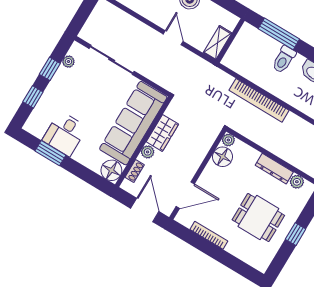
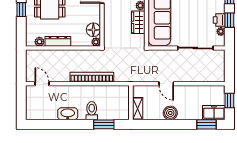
window: (279, 34) -> (104, 124), width x0.69
shelving: (217, 43) -> (138, 109), moved
printer: (62, 77) -> (219, 20), added

